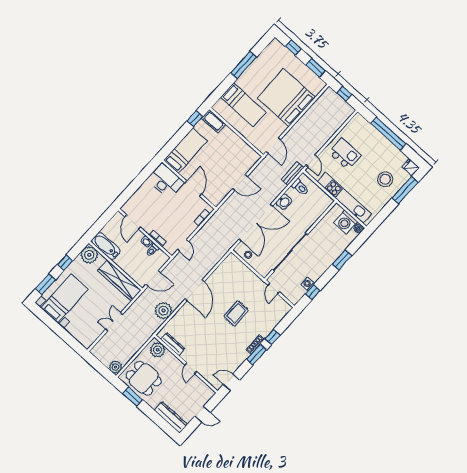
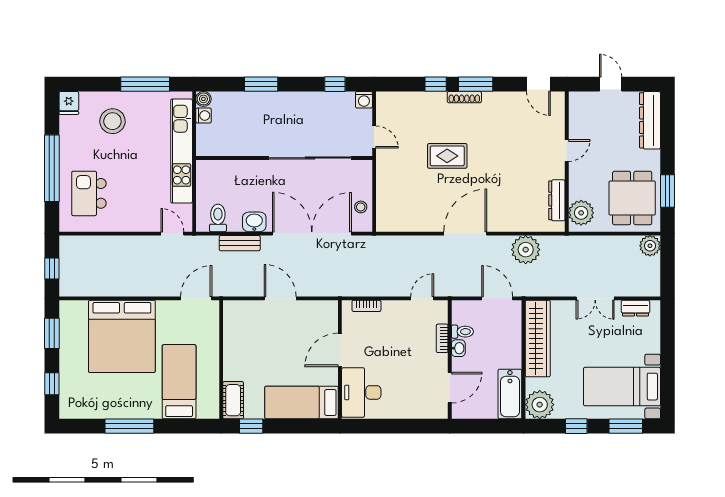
kitchen island: (345, 154) -> (89, 193), moved
door: (312, 161) -> (172, 234), hinge flipped
bench: (292, 174) -> (240, 243), moved
window: (405, 190) -> (145, 84), moved
washing machine: (346, 222) -> (204, 116), width x0.53, depth x0.53
washing machine: (308, 284) -> (364, 100), moved
door: (274, 289) -> (374, 137), hinge flipped
dresser: (94, 336) -> (635, 308), added

